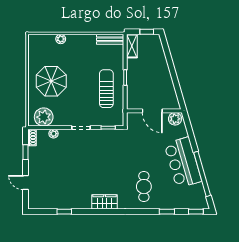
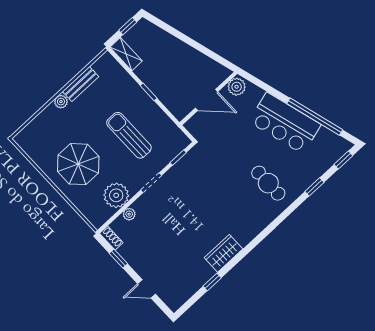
plant: (61, 39) -> (61, 102), moved
bench: (110, 39) -> (81, 84), moved
sun lounger: (106, 89) -> (129, 135), moved
plant: (44, 117) -> (116, 195), moved
wardrobe: (105, 202) -> (224, 253), moved

